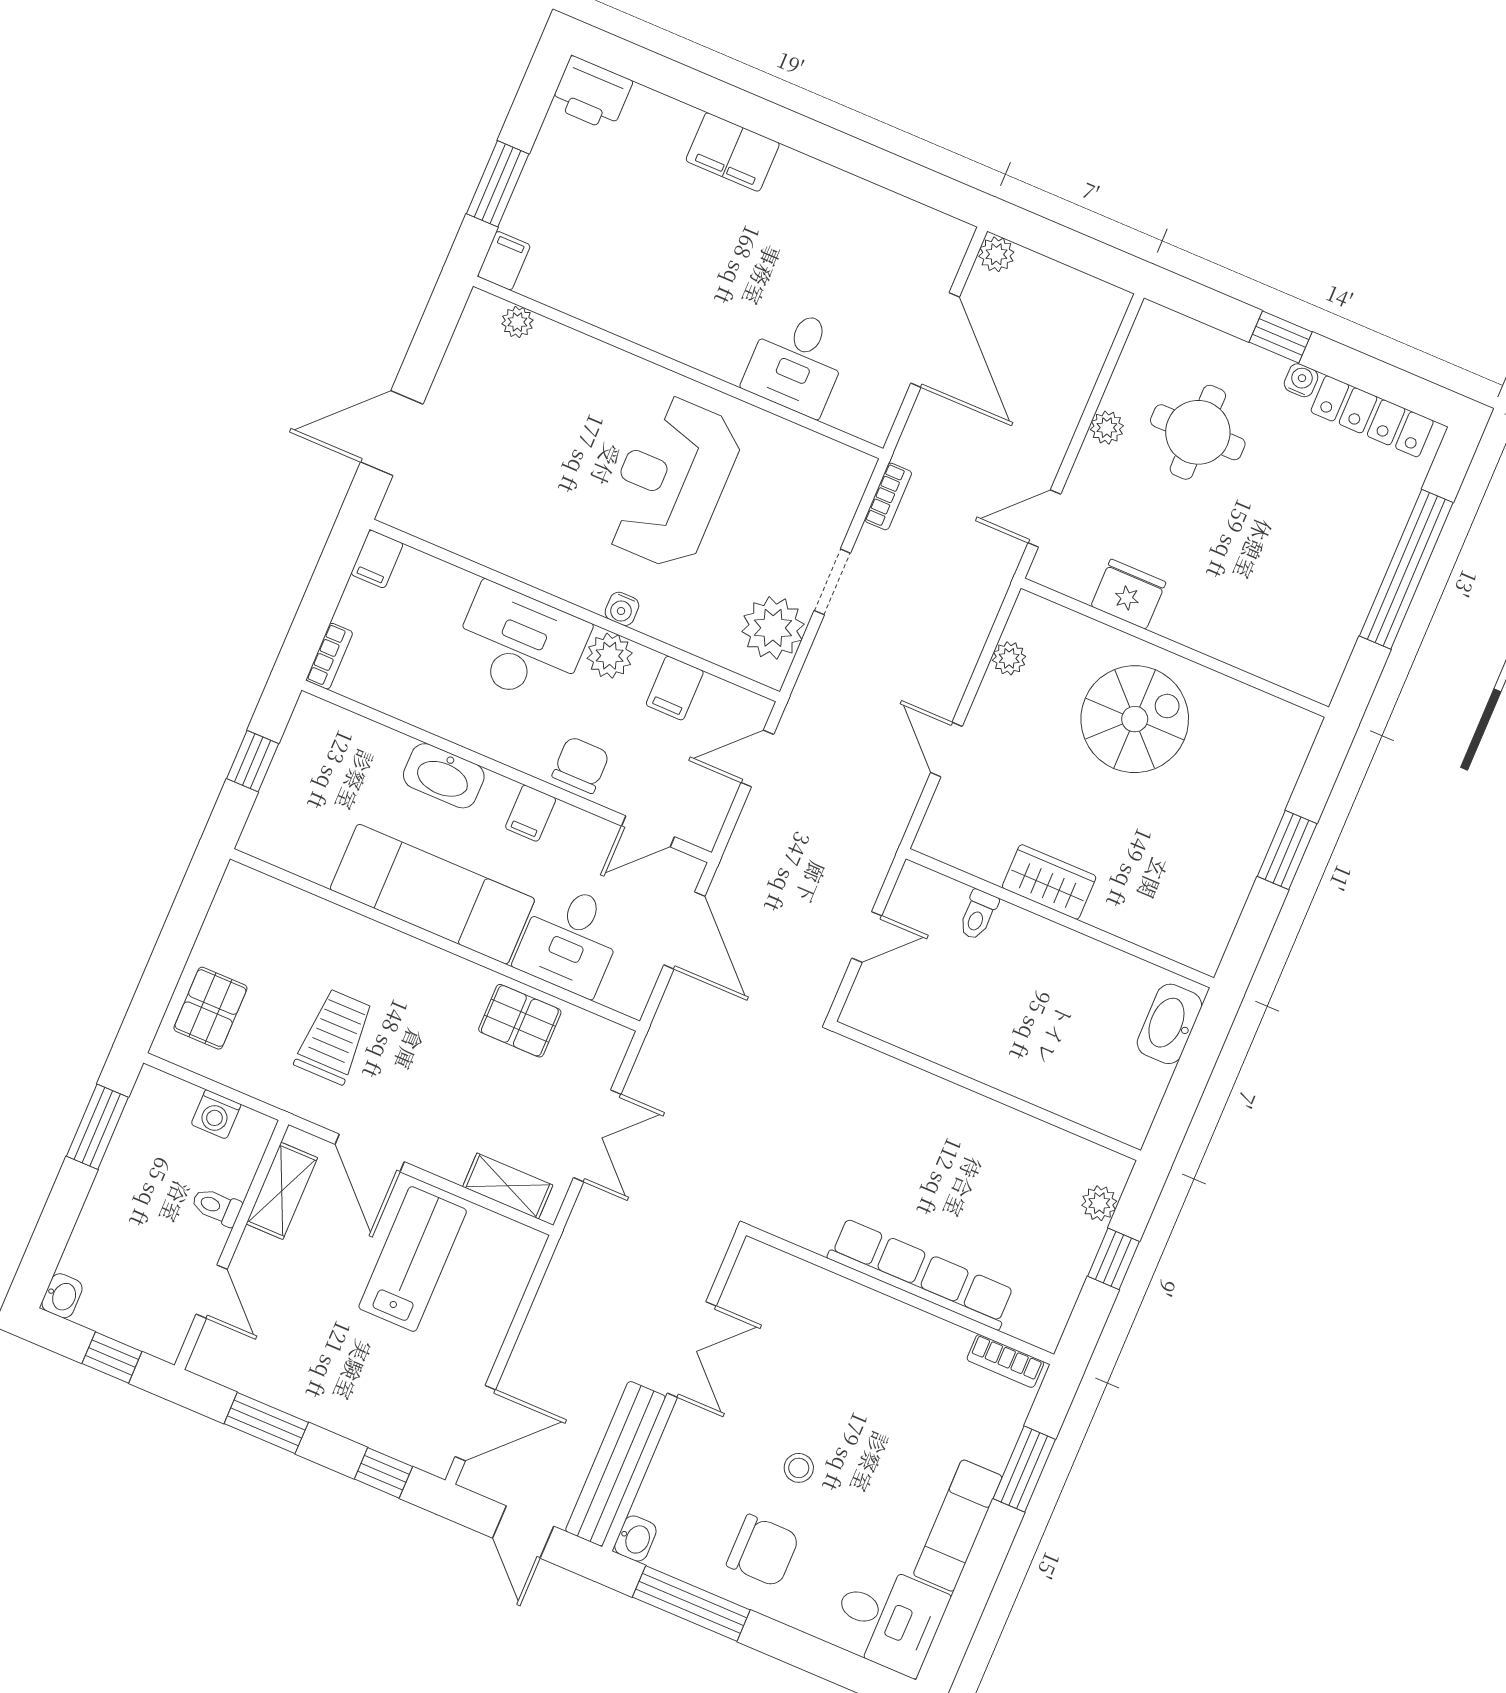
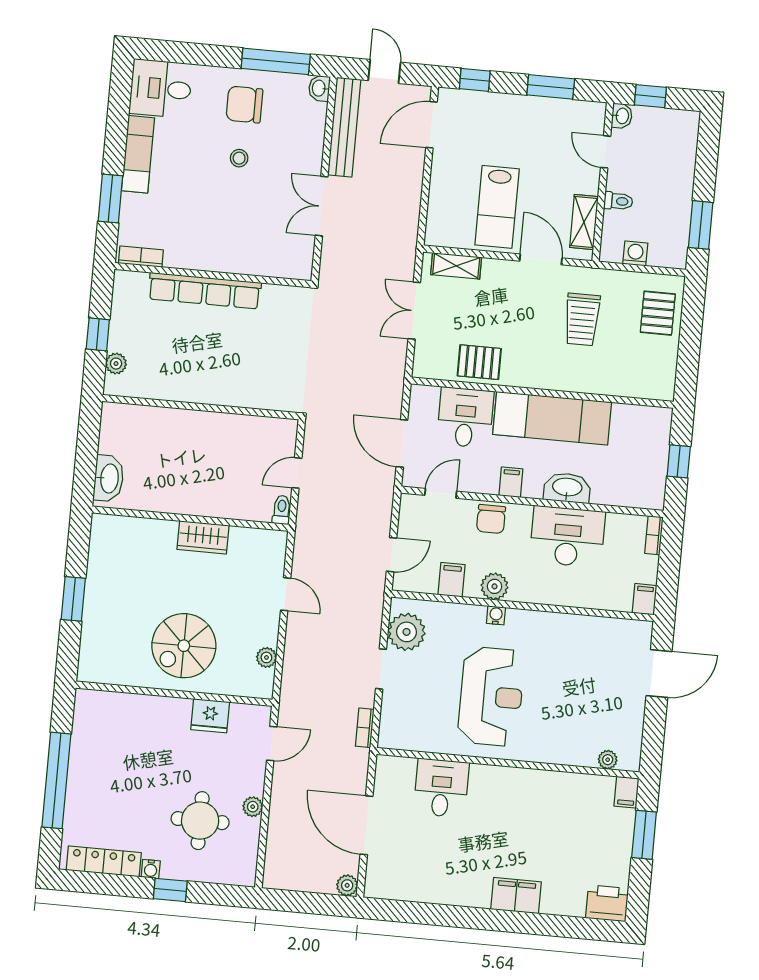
desk: (520, 644) -> (567, 537), moved, turned 180
toilet: (978, 915) -> (282, 510), moved
washbasin: (62, 1296) -> (622, 116), moved, turned 180

